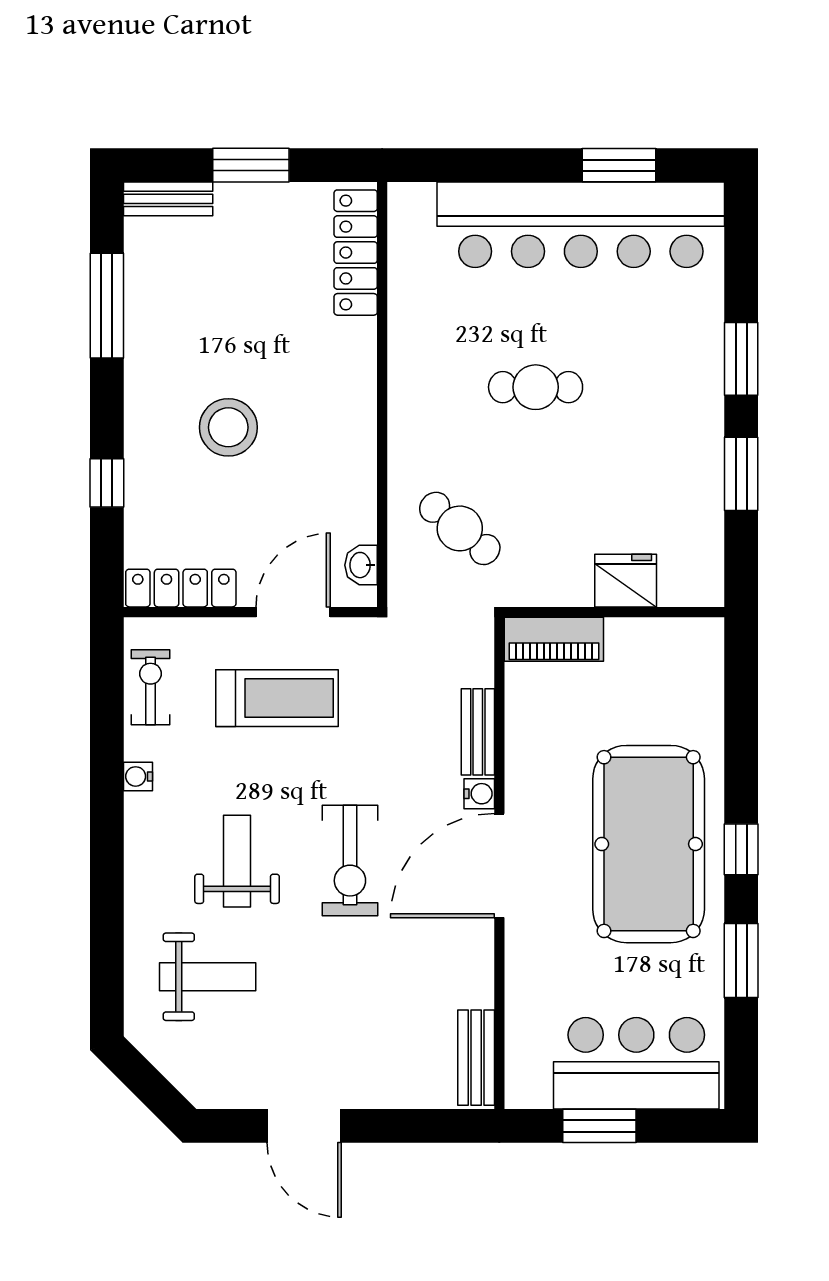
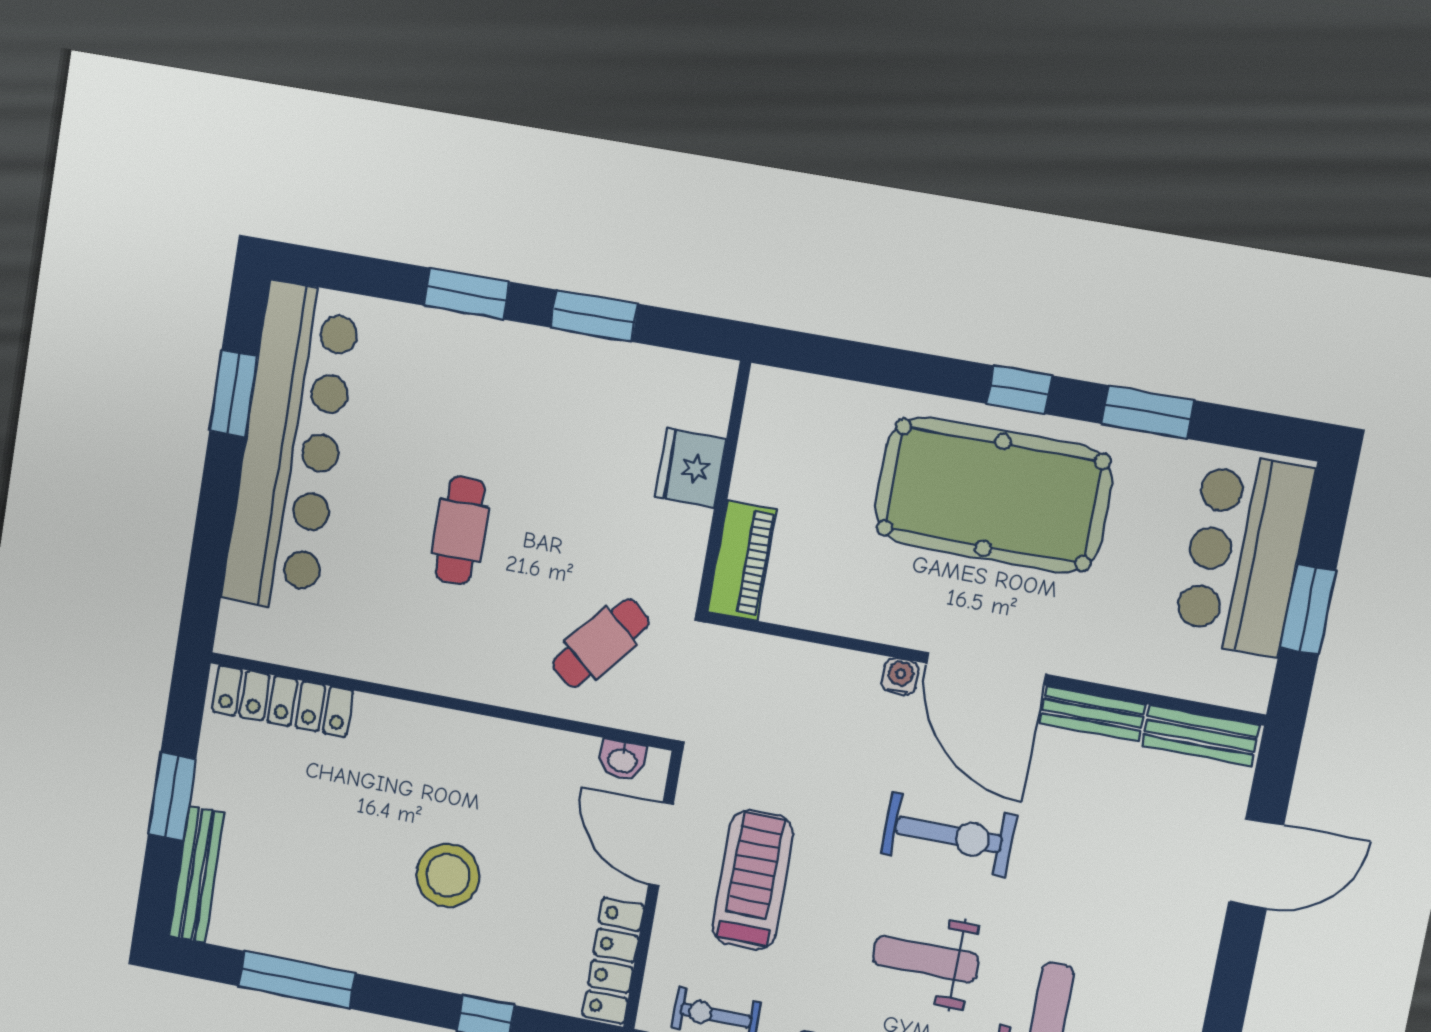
bench: (168, 199) -> (197, 875), width x1.36
bench: (478, 732) -> (1092, 714), moved
door: (304, 1126) -> (1256, 863), moved

